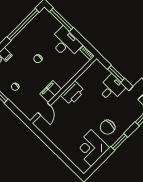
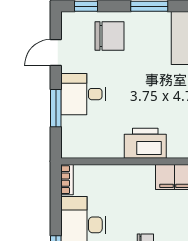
chair: (108, 127) -> (110, 36), moved

